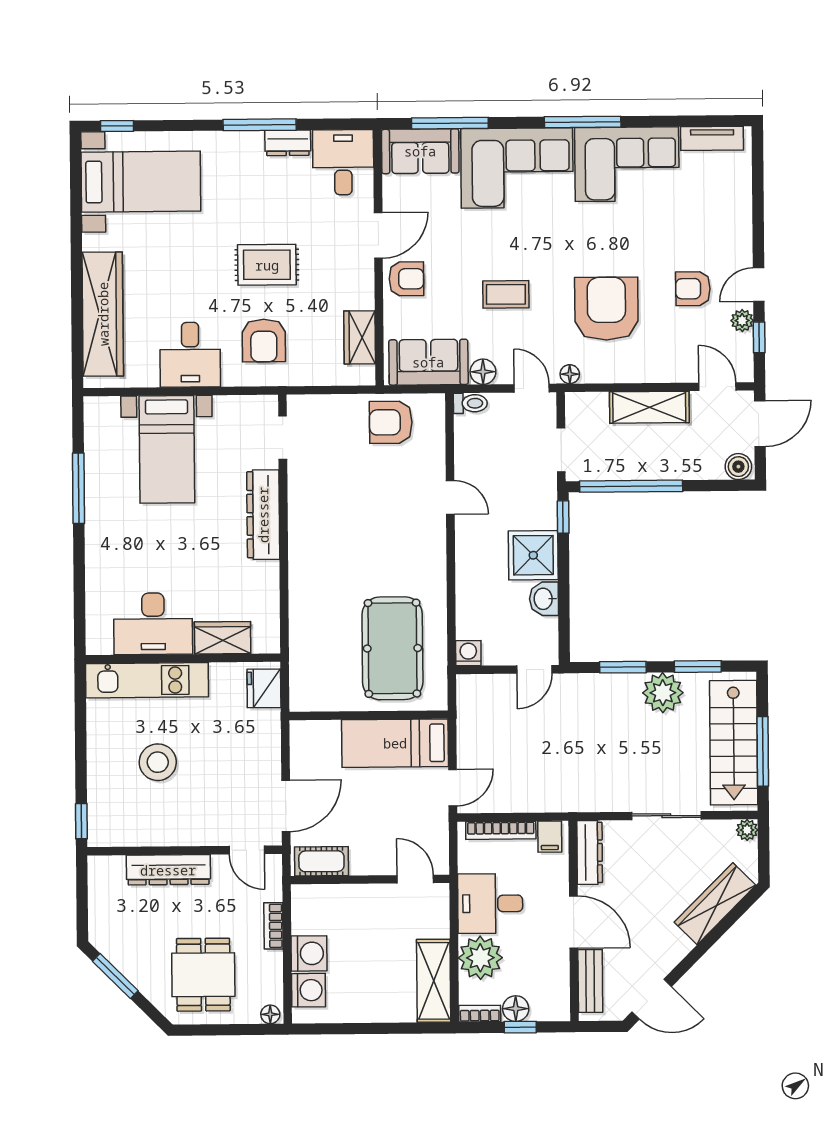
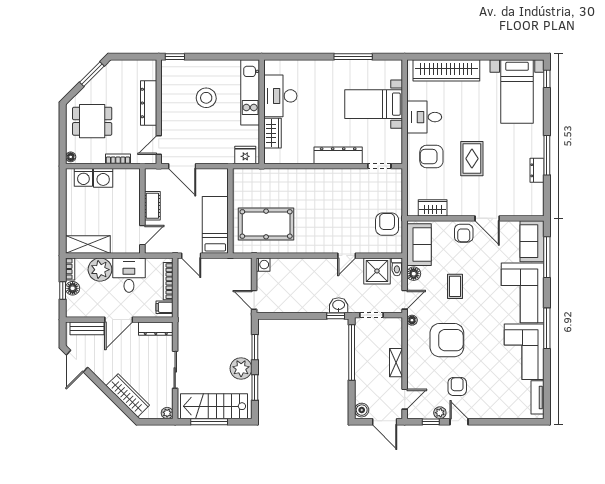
desk: (343, 162) -> (526, 200), removed
shelving: (649, 407) -> (396, 363), width x0.67, depth x0.75
shower: (533, 555) -> (377, 271), moved
washbasin: (544, 599) -> (339, 305), moved
cot: (321, 861) -> (152, 206), moved

